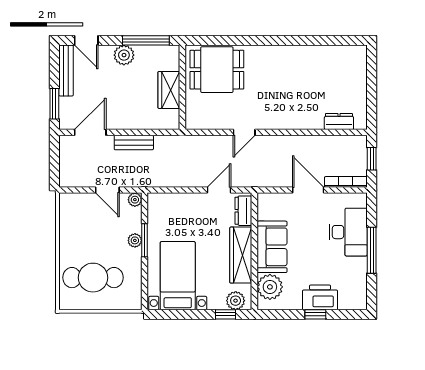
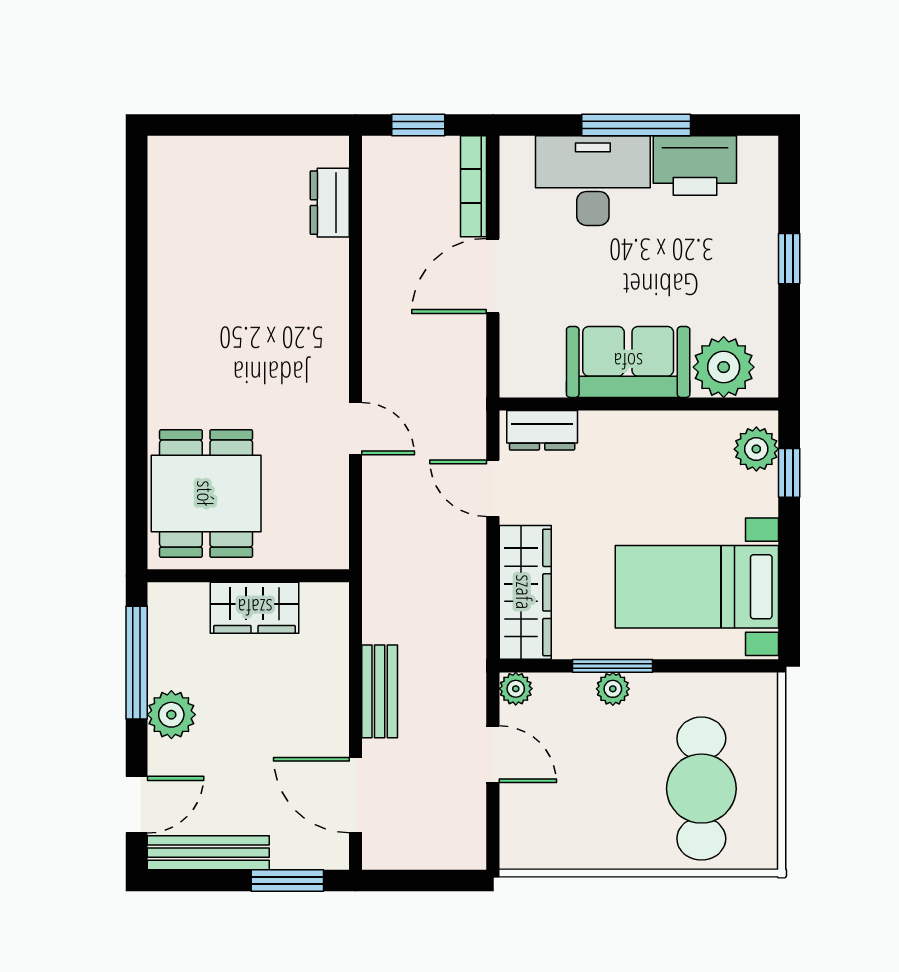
door: (107, 190) -> (493, 754), hinge flipped
wardrobe: (241, 255) -> (525, 592), moved, turned -90
printer: (320, 297) -> (695, 166), moved, turned -90

